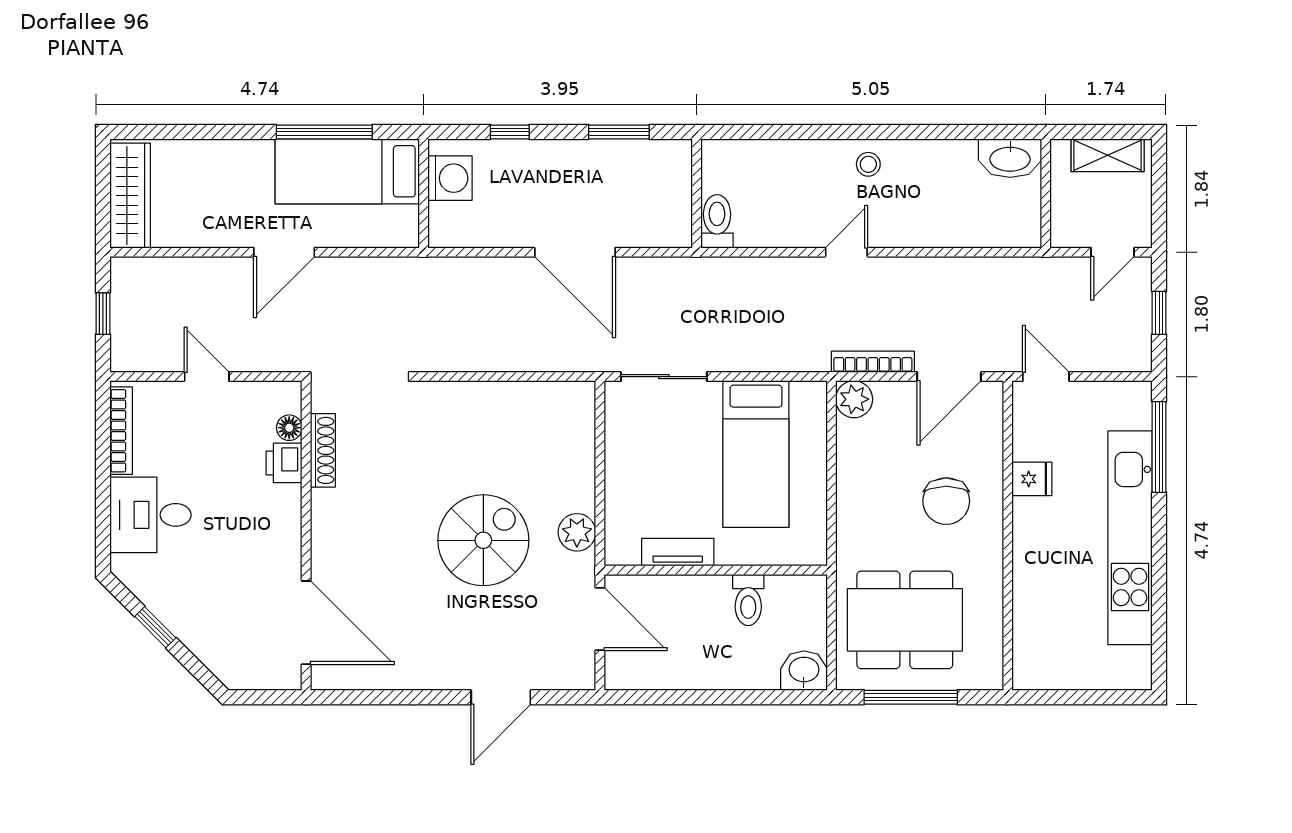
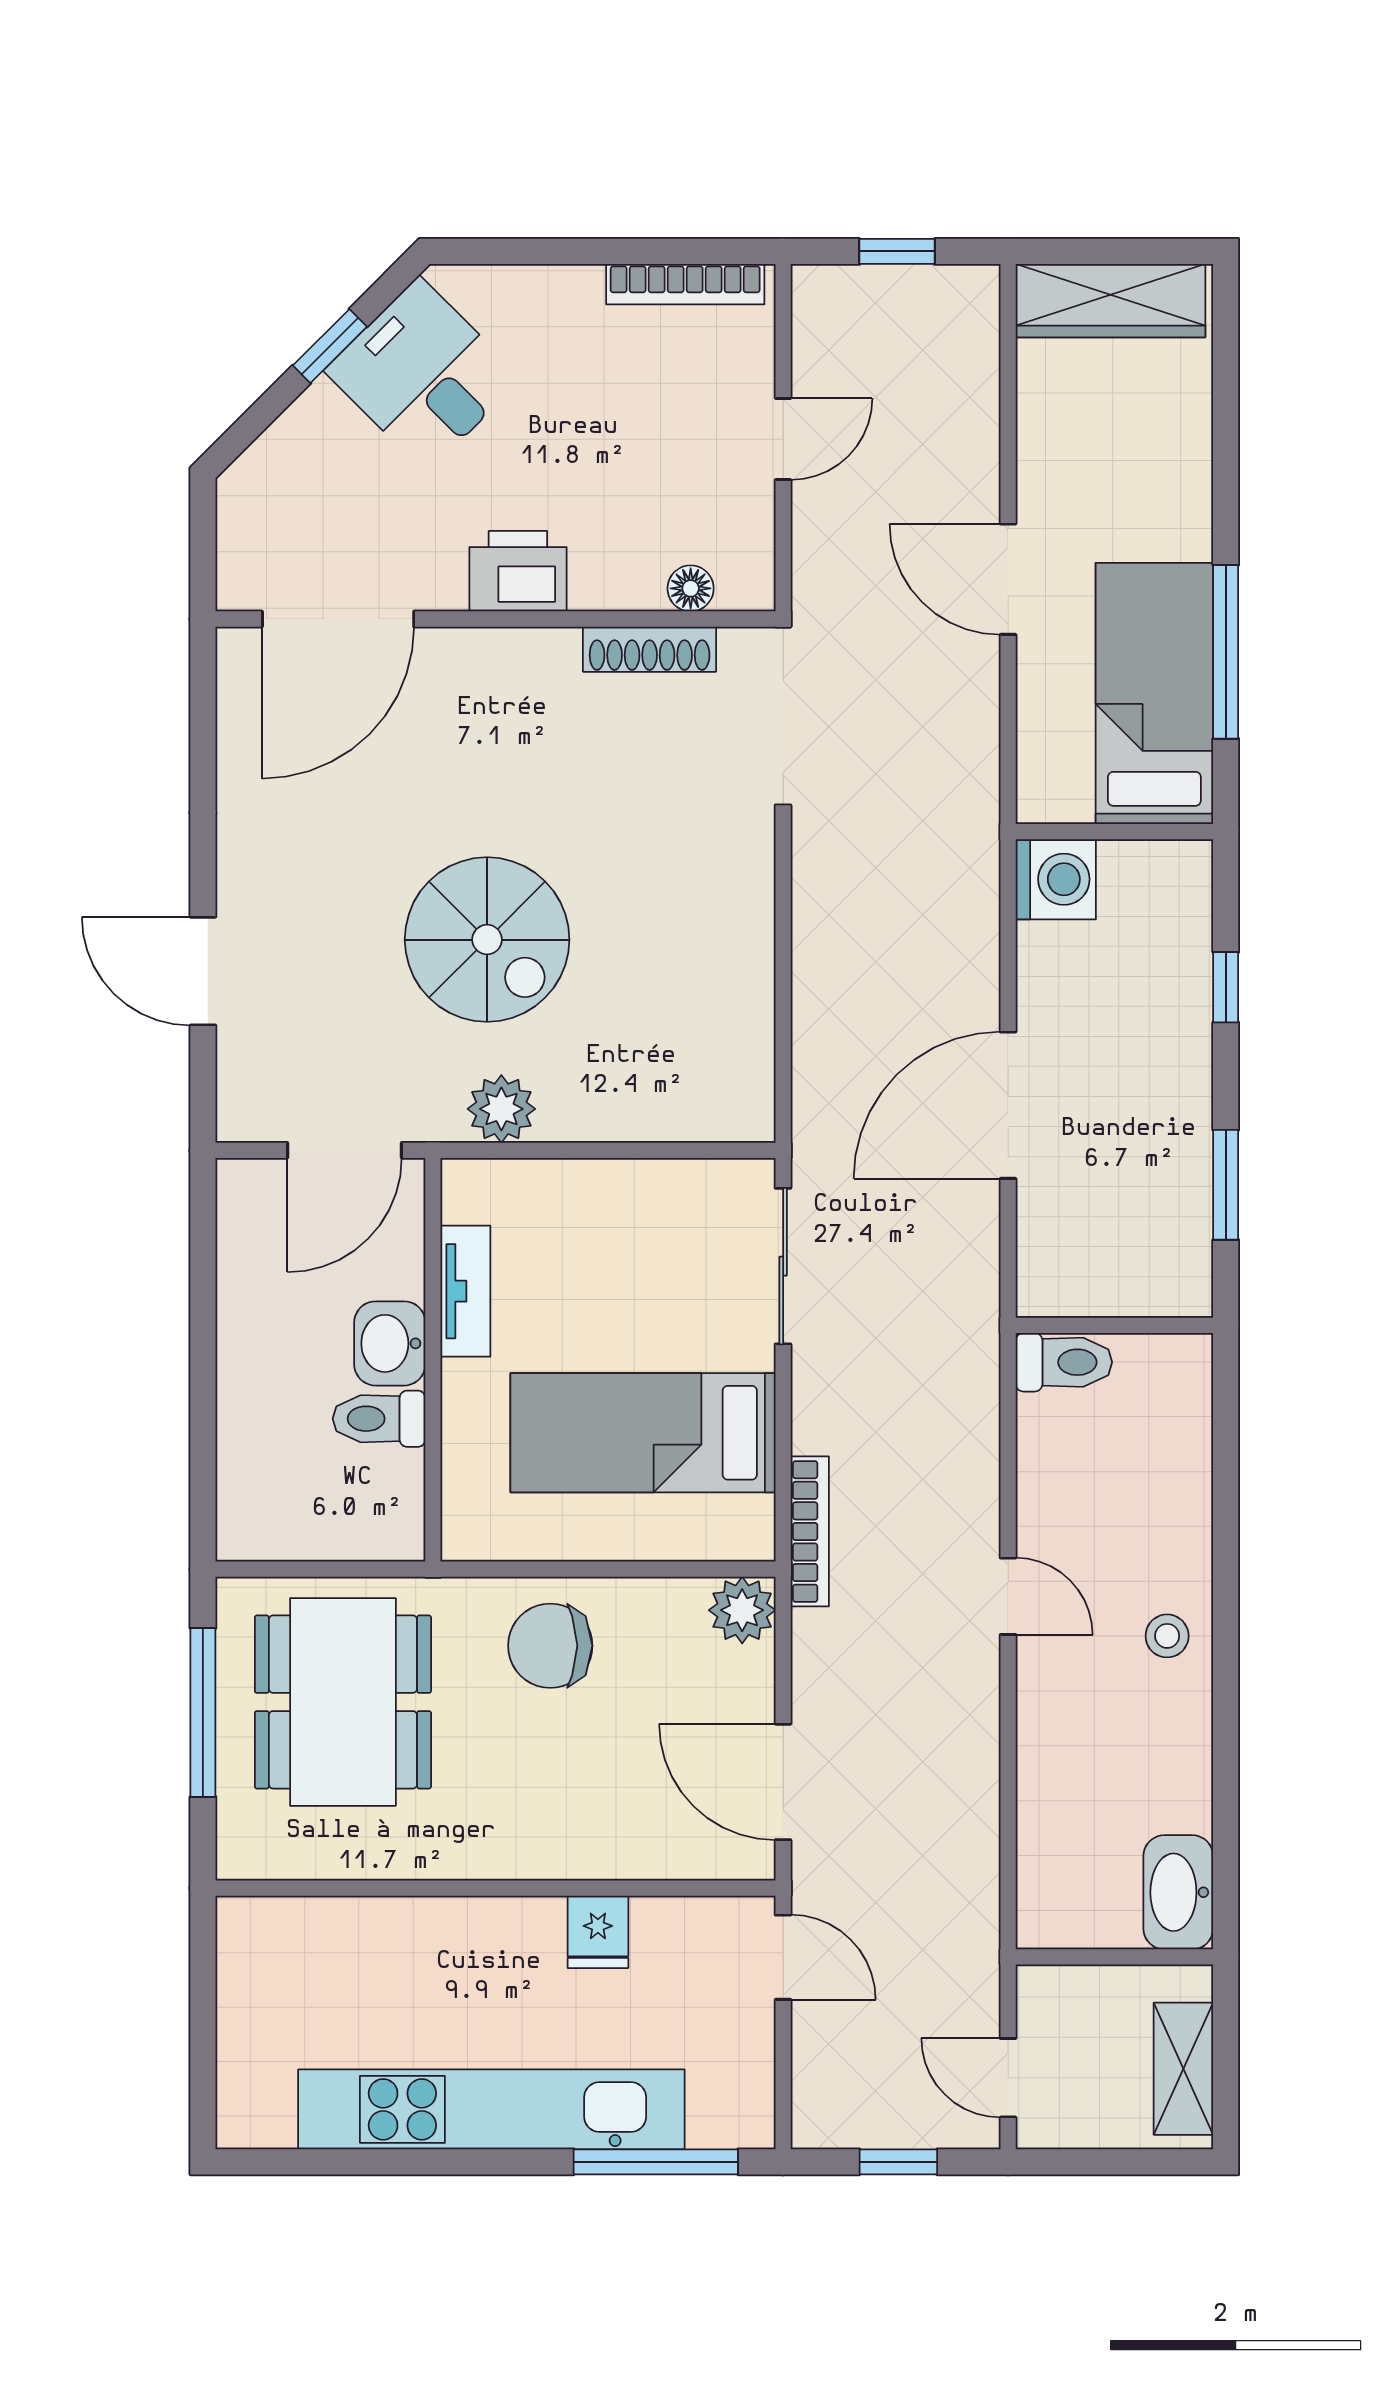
washing machine: (450, 178) -> (1056, 879), moved, turned -90
bookcase: (873, 362) -> (810, 1531), moved
door: (1046, 377) -> (783, 1957), hinge flipped
printer: (284, 463) -> (518, 571), moved, width x1.36, depth x1.24
chair: (946, 501) -> (550, 1646), moved
desk: (150, 515) -> (423, 375), moved, turned -45
washbasin: (804, 671) -> (390, 1343), moved, turned 180

